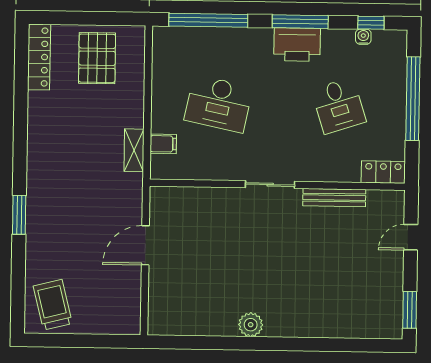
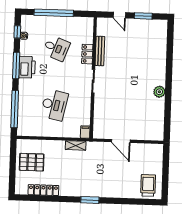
locker: (39, 57) -> (43, 190), moved
desk: (339, 106) -> (56, 48), turned 39
filing cabinet: (163, 144) -> (85, 132), moved
locker: (383, 172) -> (87, 54), moved
window: (19, 215) -> (90, 200), moved
trolley: (53, 305) -> (148, 185), turned 104
window: (410, 310) -> (143, 16), moved

